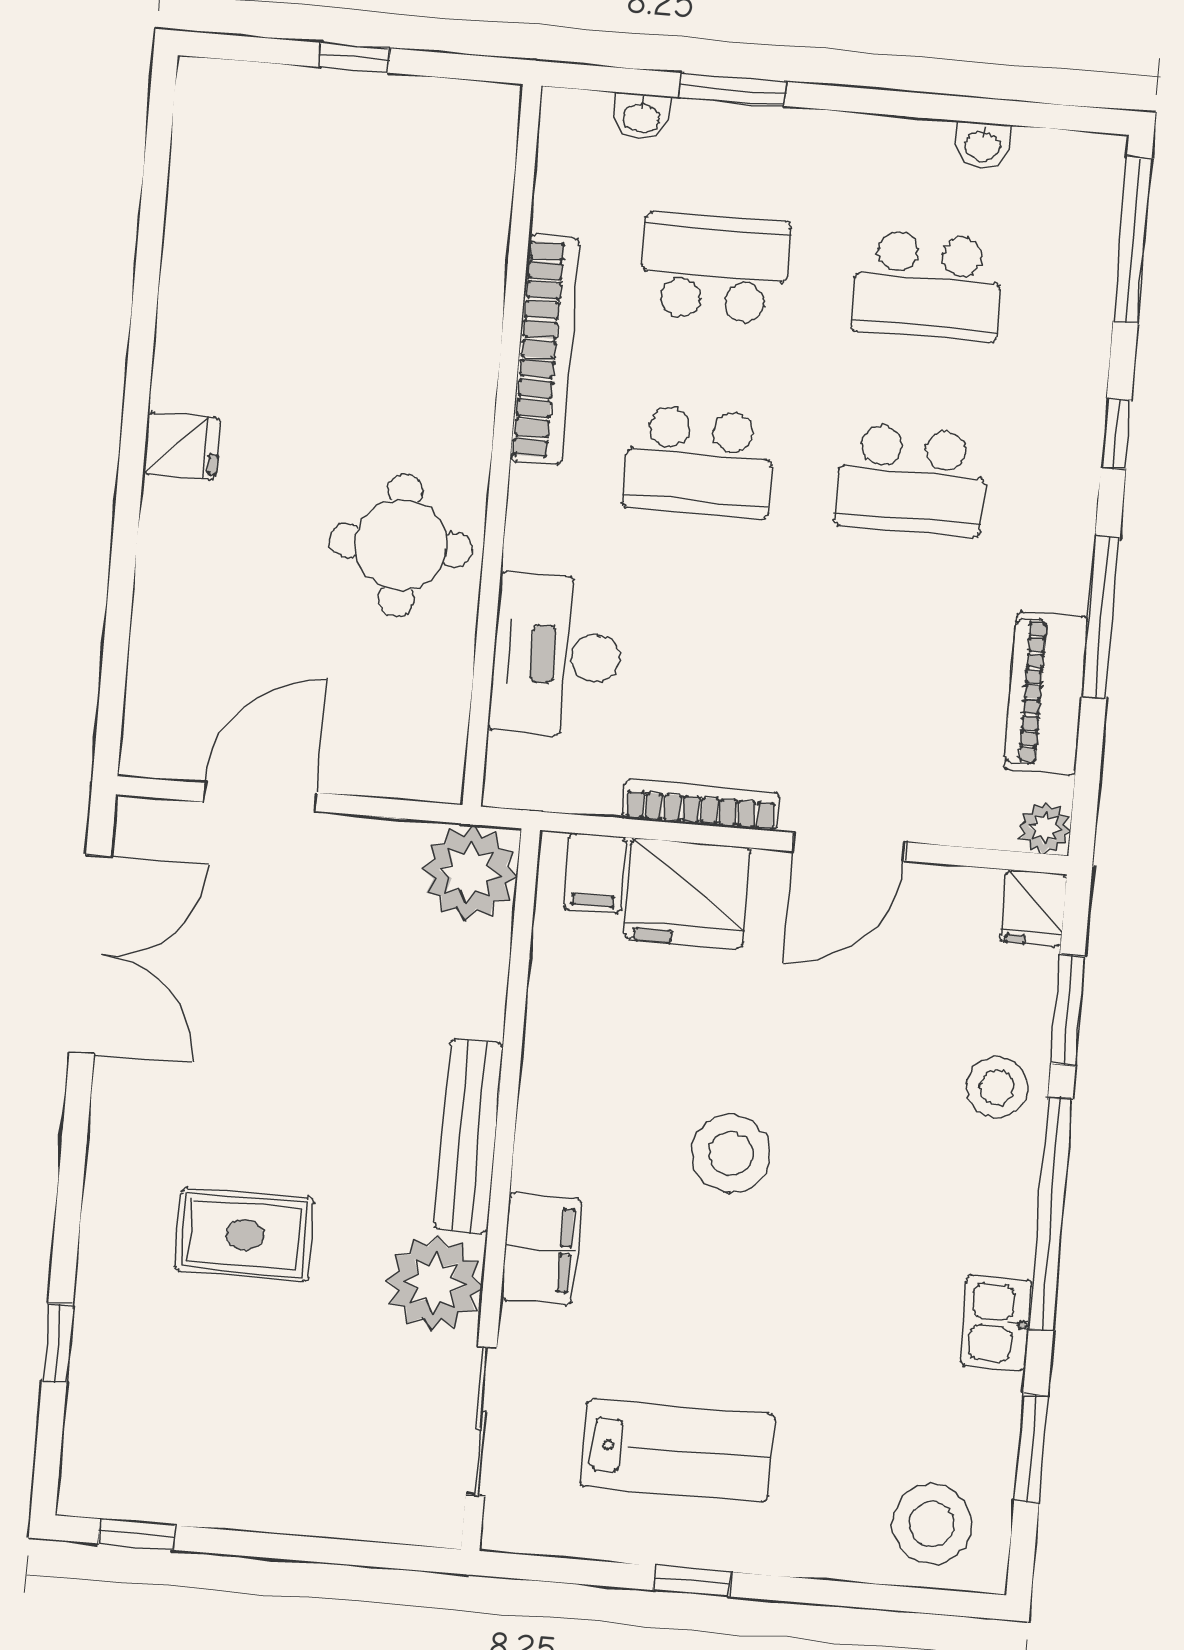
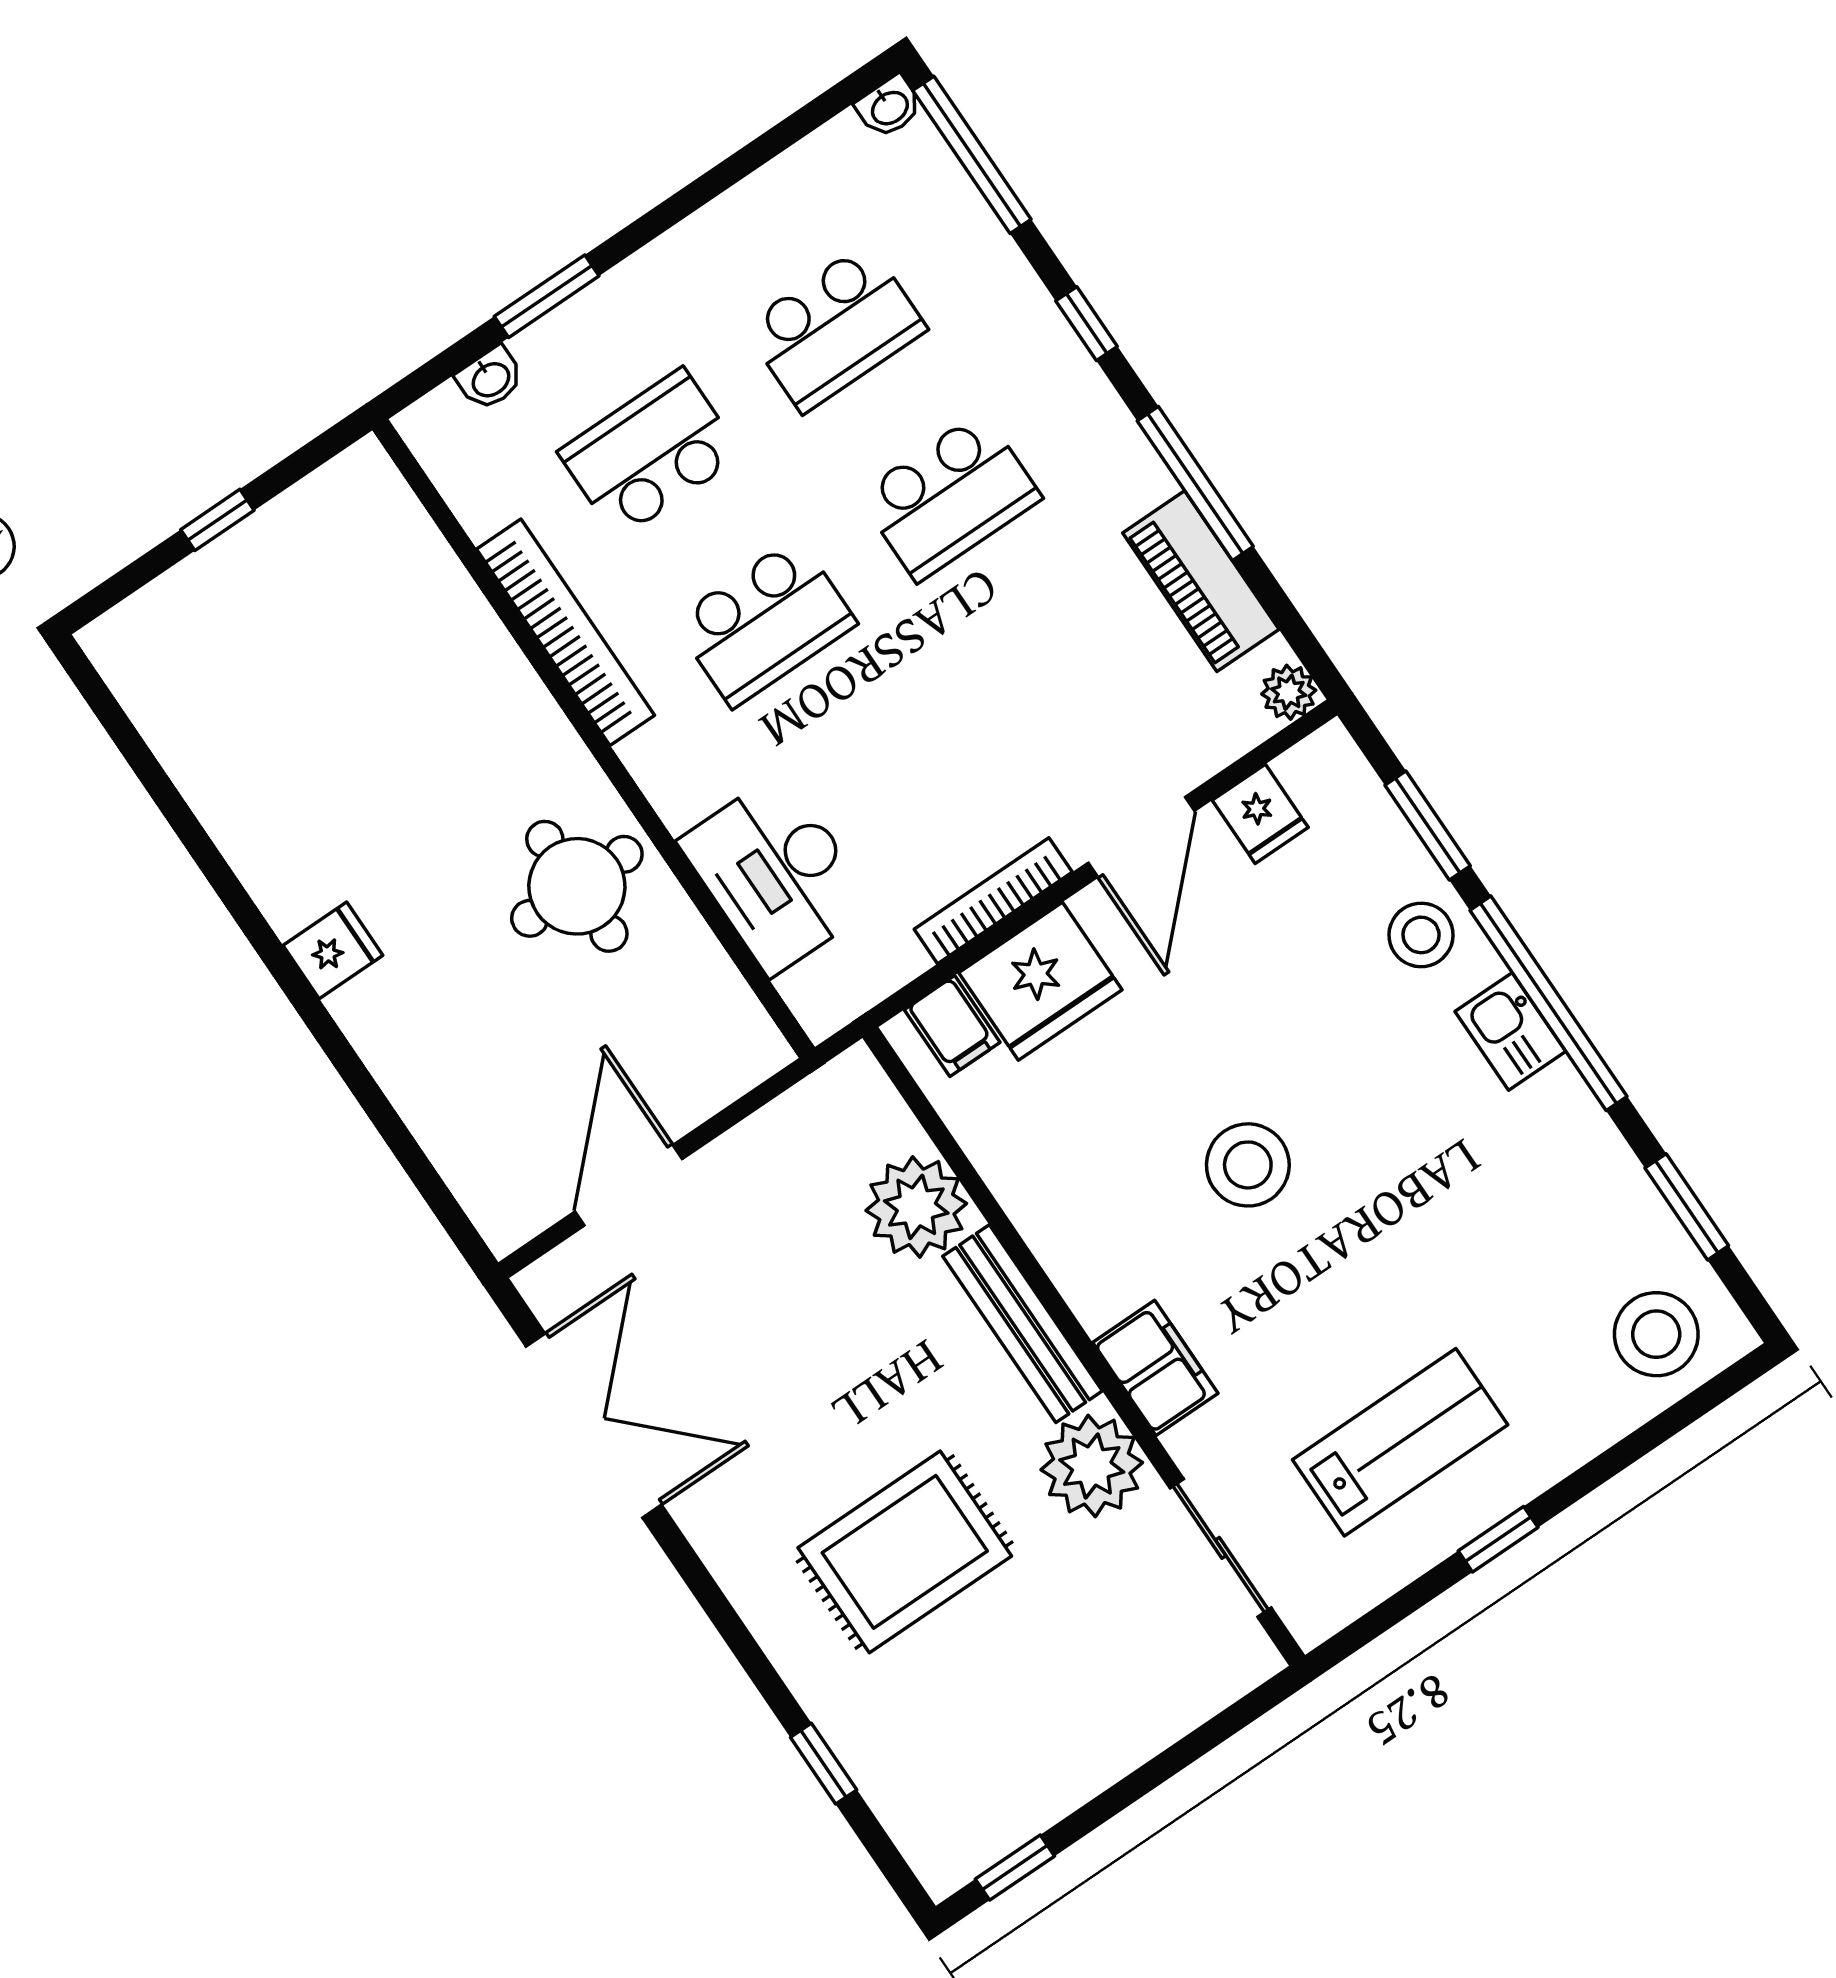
washbasin: (982, 145) -> (889, 107), moved
plant: (470, 872) -> (916, 1207), moved
fridge: (1033, 908) -> (1260, 814), moved
rug: (245, 1235) -> (905, 1552), width x1.36, depth x1.43
kitchen sink: (996, 1323) -> (1510, 1031), moved

